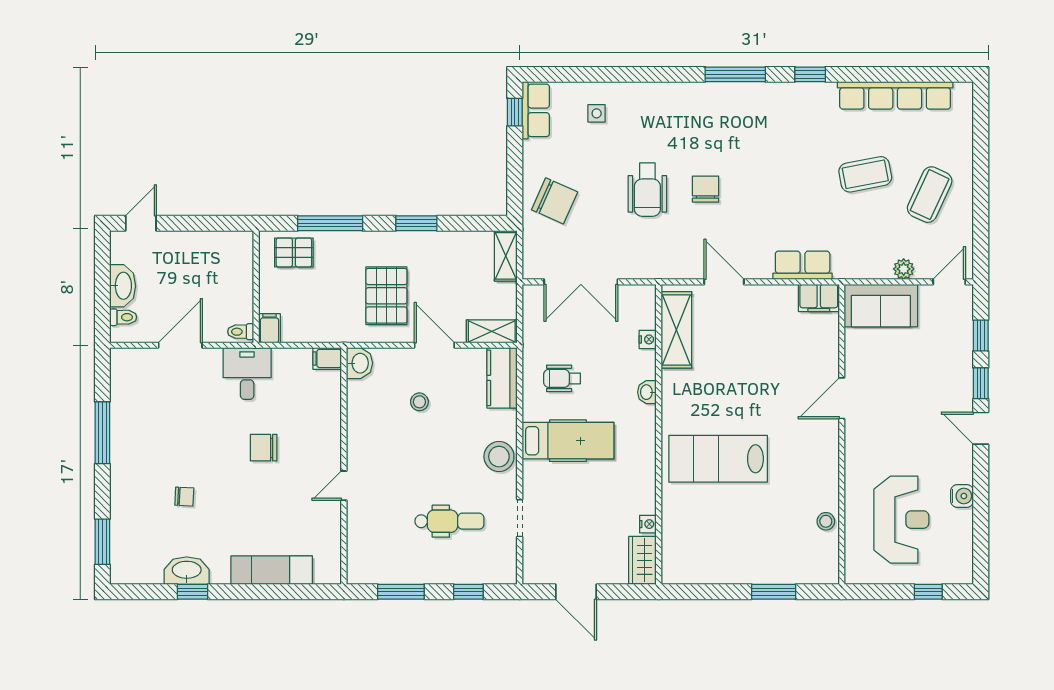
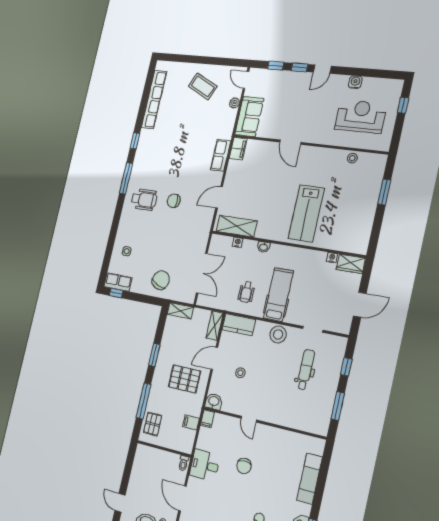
coffee table: (865, 174) -> (186, 118), removed
wheelchair: (647, 190) -> (144, 199), moved
filing cabinet: (269, 328) -> (191, 422), moved
door: (344, 486) -> (249, 419), moved

